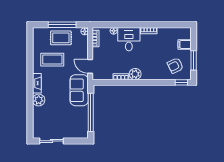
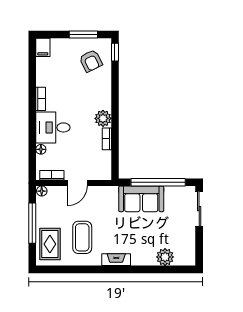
rug: (61, 38) -> (50, 244), moved
filing cabinet: (185, 44) -> (43, 47), moved
door: (90, 66) -> (77, 183), moved
sofa: (79, 90) -> (141, 199), moved
plant: (39, 100) -> (165, 257), moved
sliding door: (51, 141) -> (199, 209), moved

